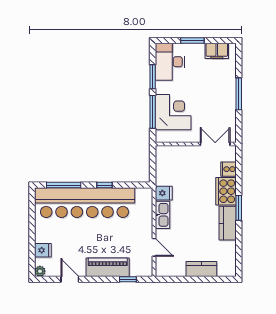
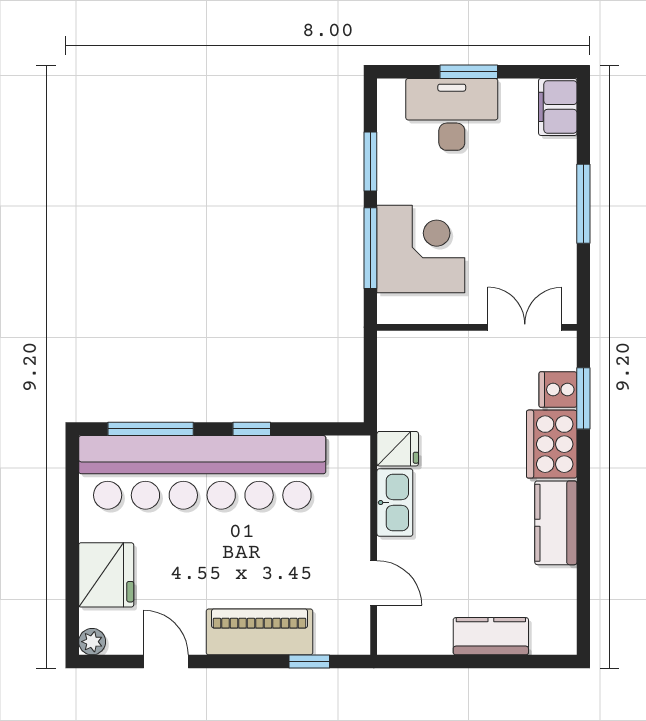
filing cabinet: (217, 51) -> (558, 107), moved, turned 90
desk: (170, 62) -> (452, 114), moved, turned 90
window: (239, 208) -> (583, 398), moved
fridge: (43, 250) -> (106, 575), width x1.88, depth x1.34

